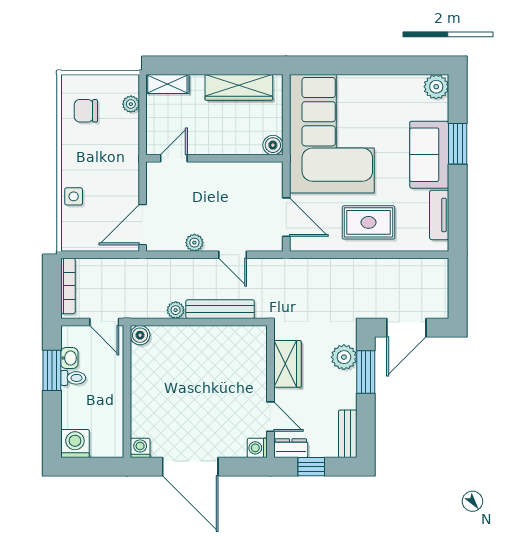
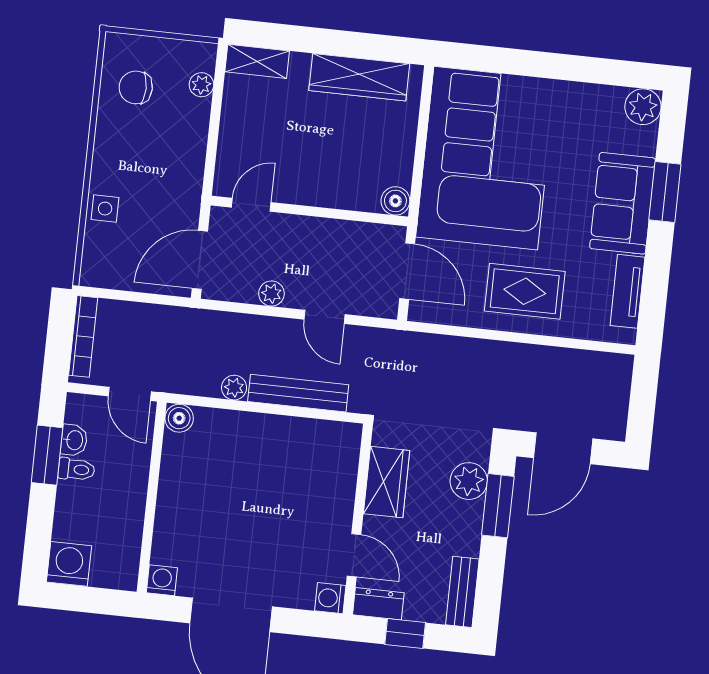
boiler: (273, 145) -> (395, 201), moved
door: (174, 158) -> (251, 205), moved
wall: (214, 158) -> (309, 211), moved

